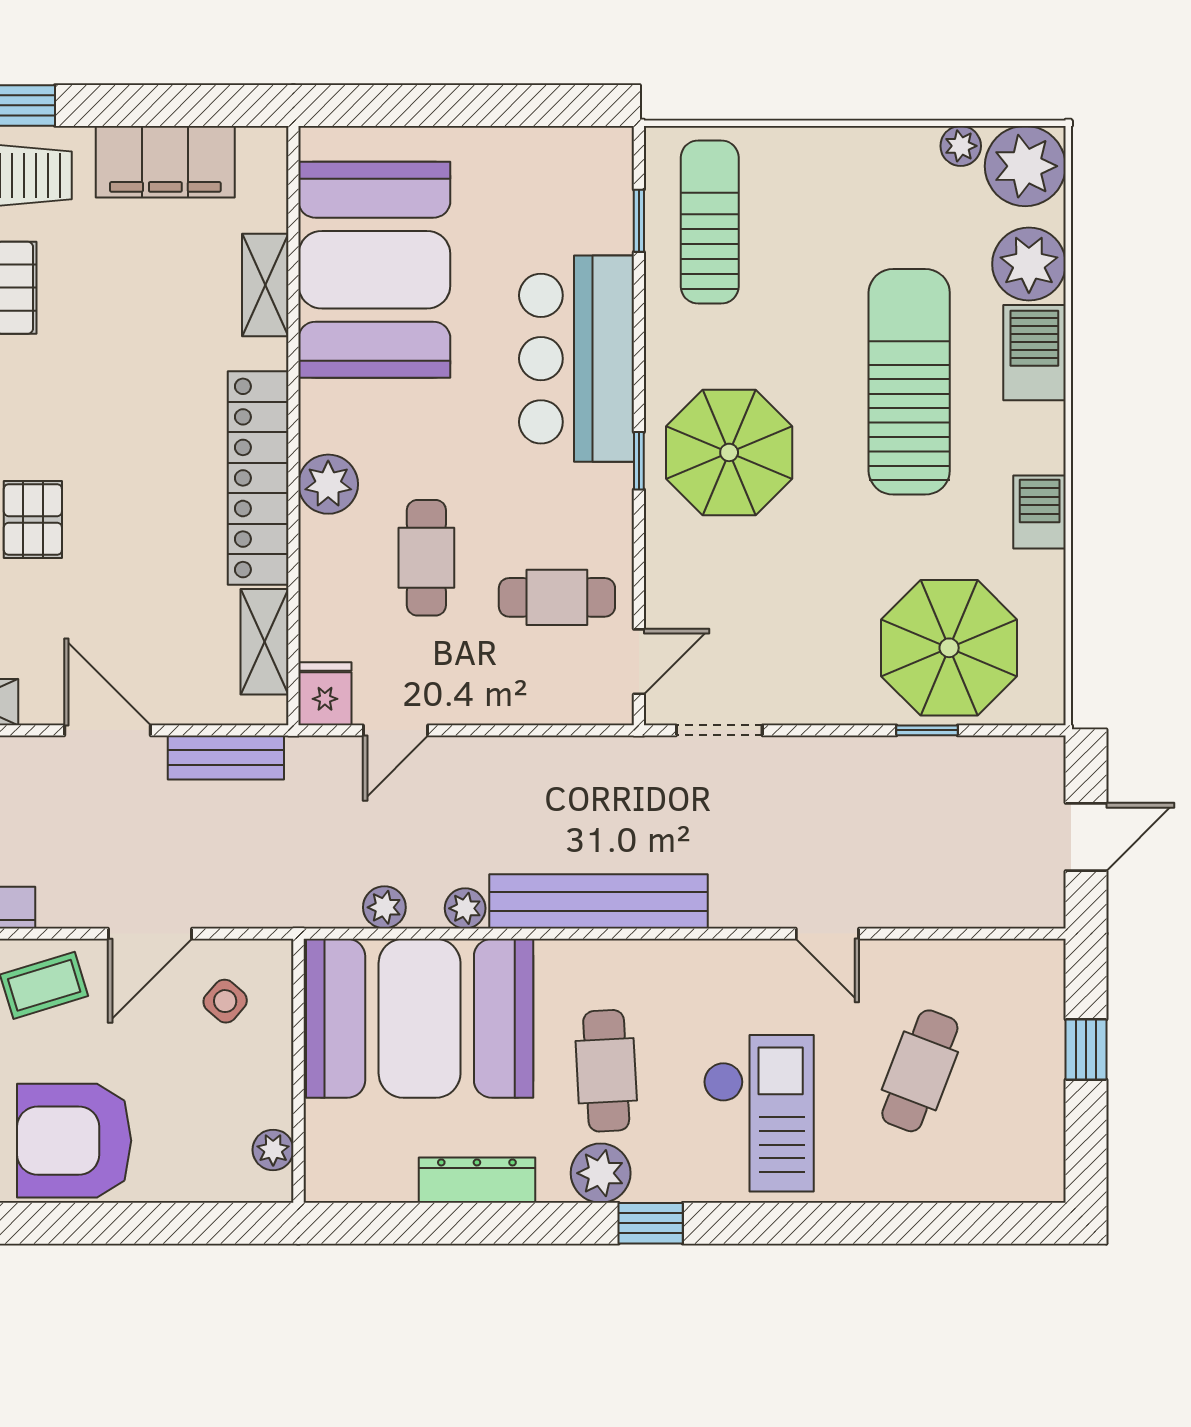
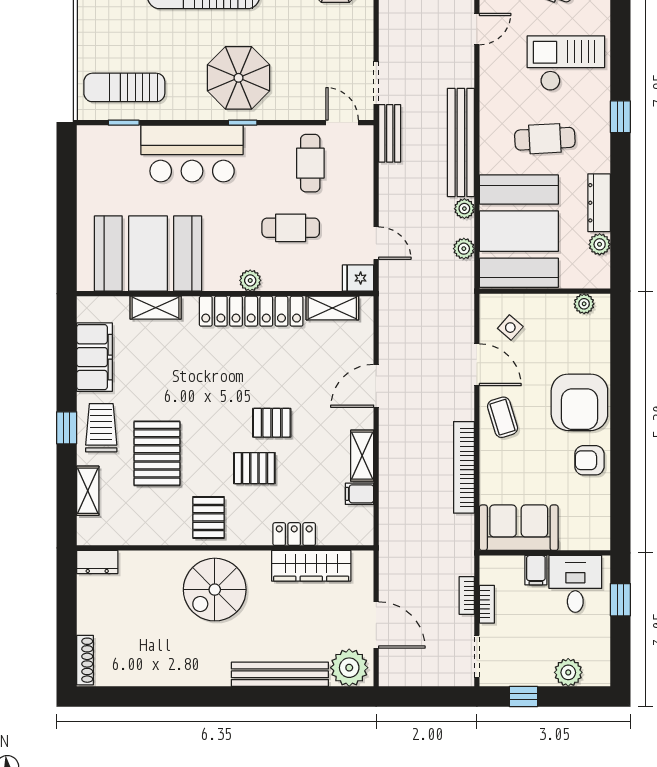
plant: (328, 484) -> (250, 280), width x0.73, depth x0.73
bench: (226, 758) -> (390, 133), moved
plant: (601, 1173) -> (600, 244), moved, width x0.73, depth x0.73

